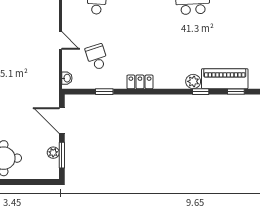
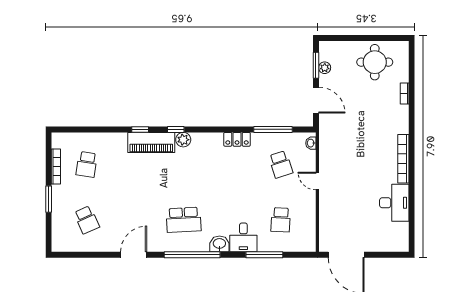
window: (104, 92) -> (273, 129), width x2.17

